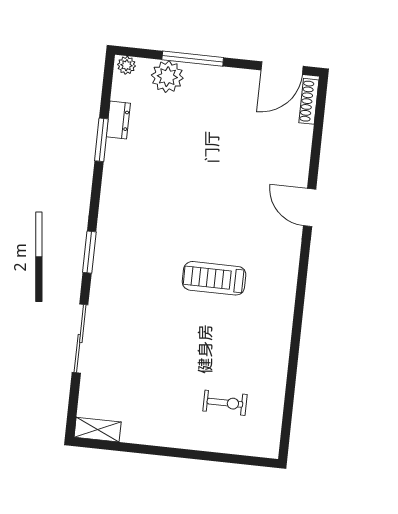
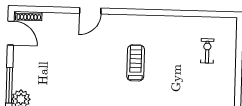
treadmill: (214, 278) -> (136, 63), turned 180

